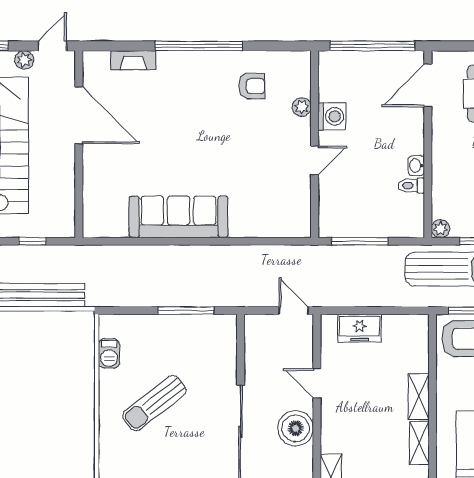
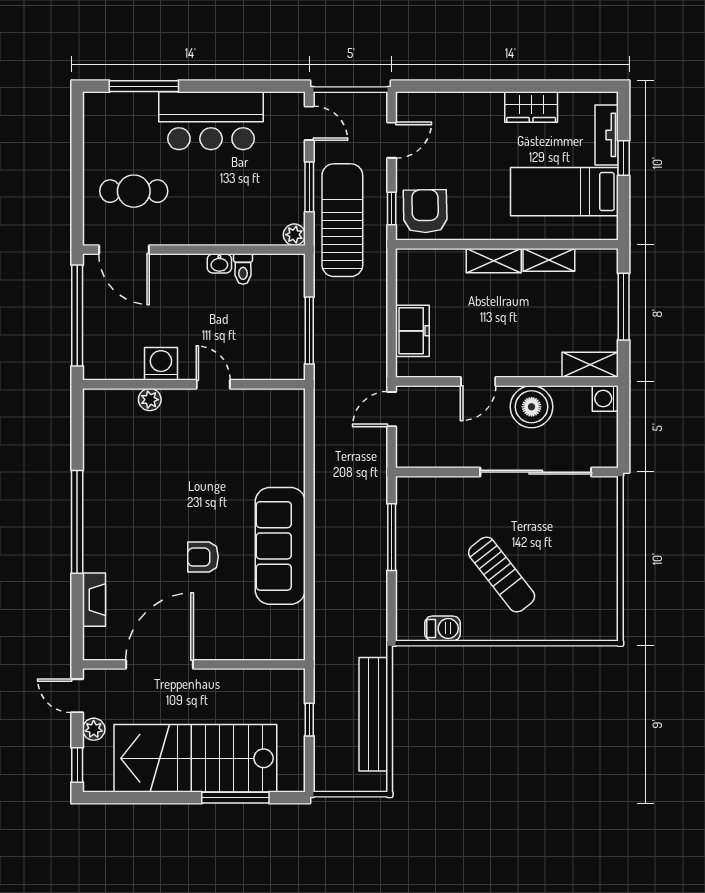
armchair: (252, 86) -> (203, 557), moved, turned -90

